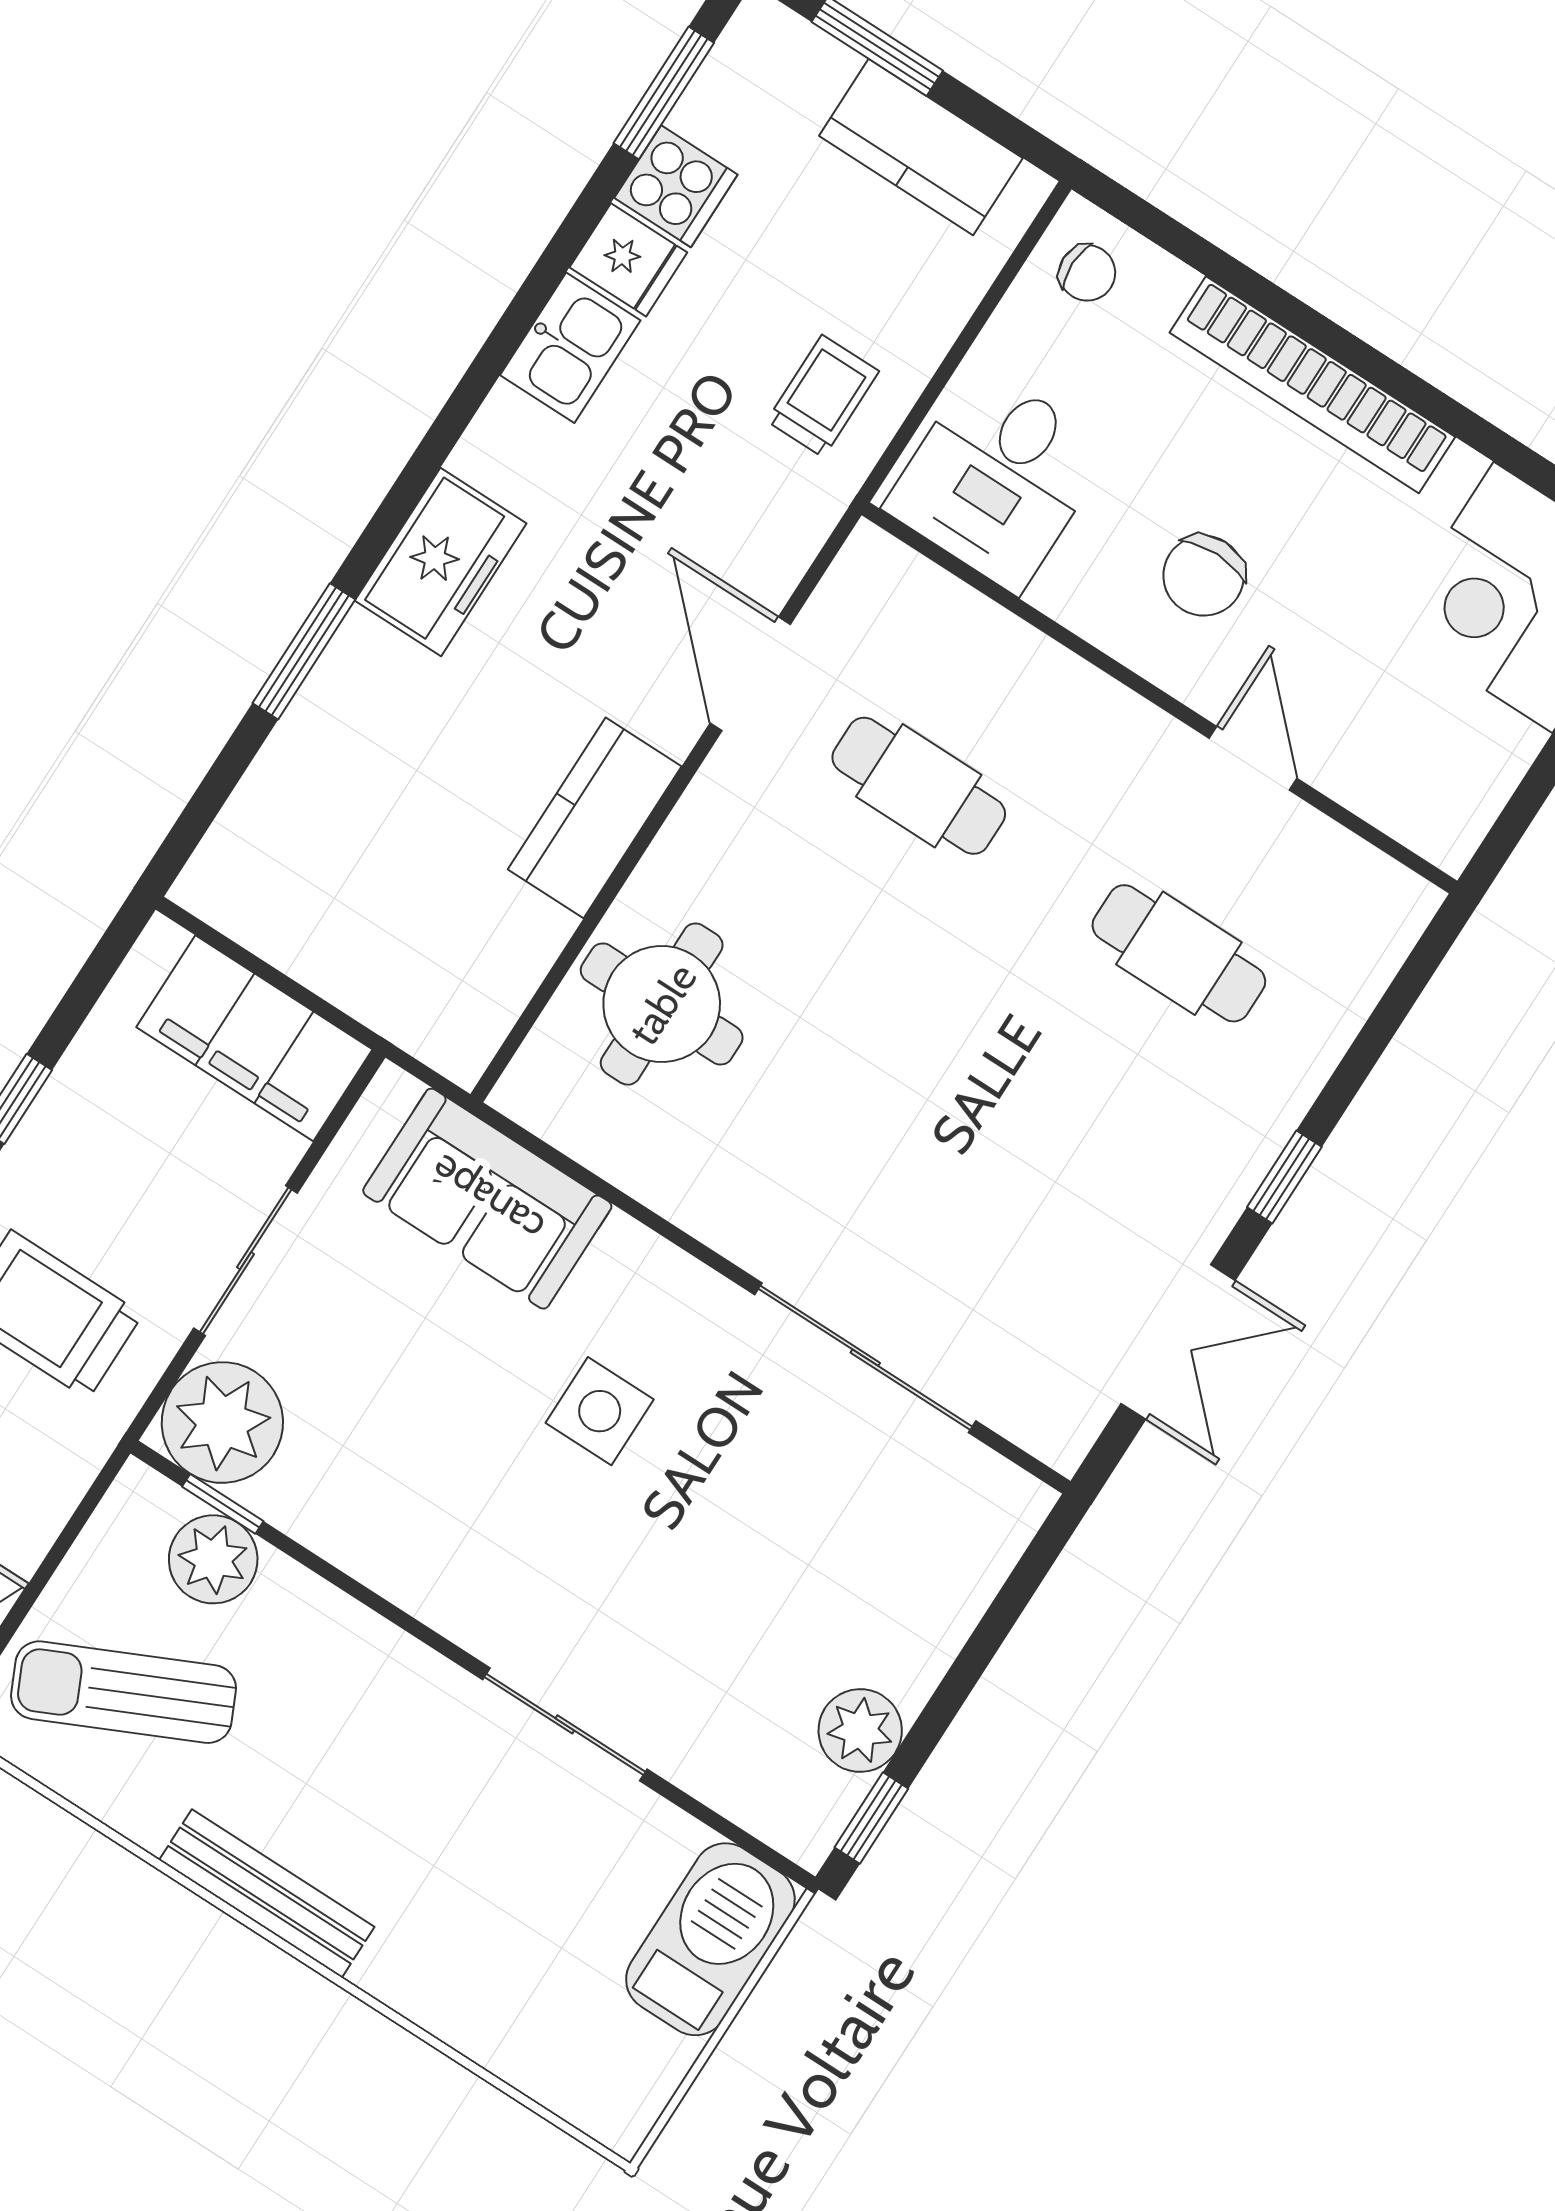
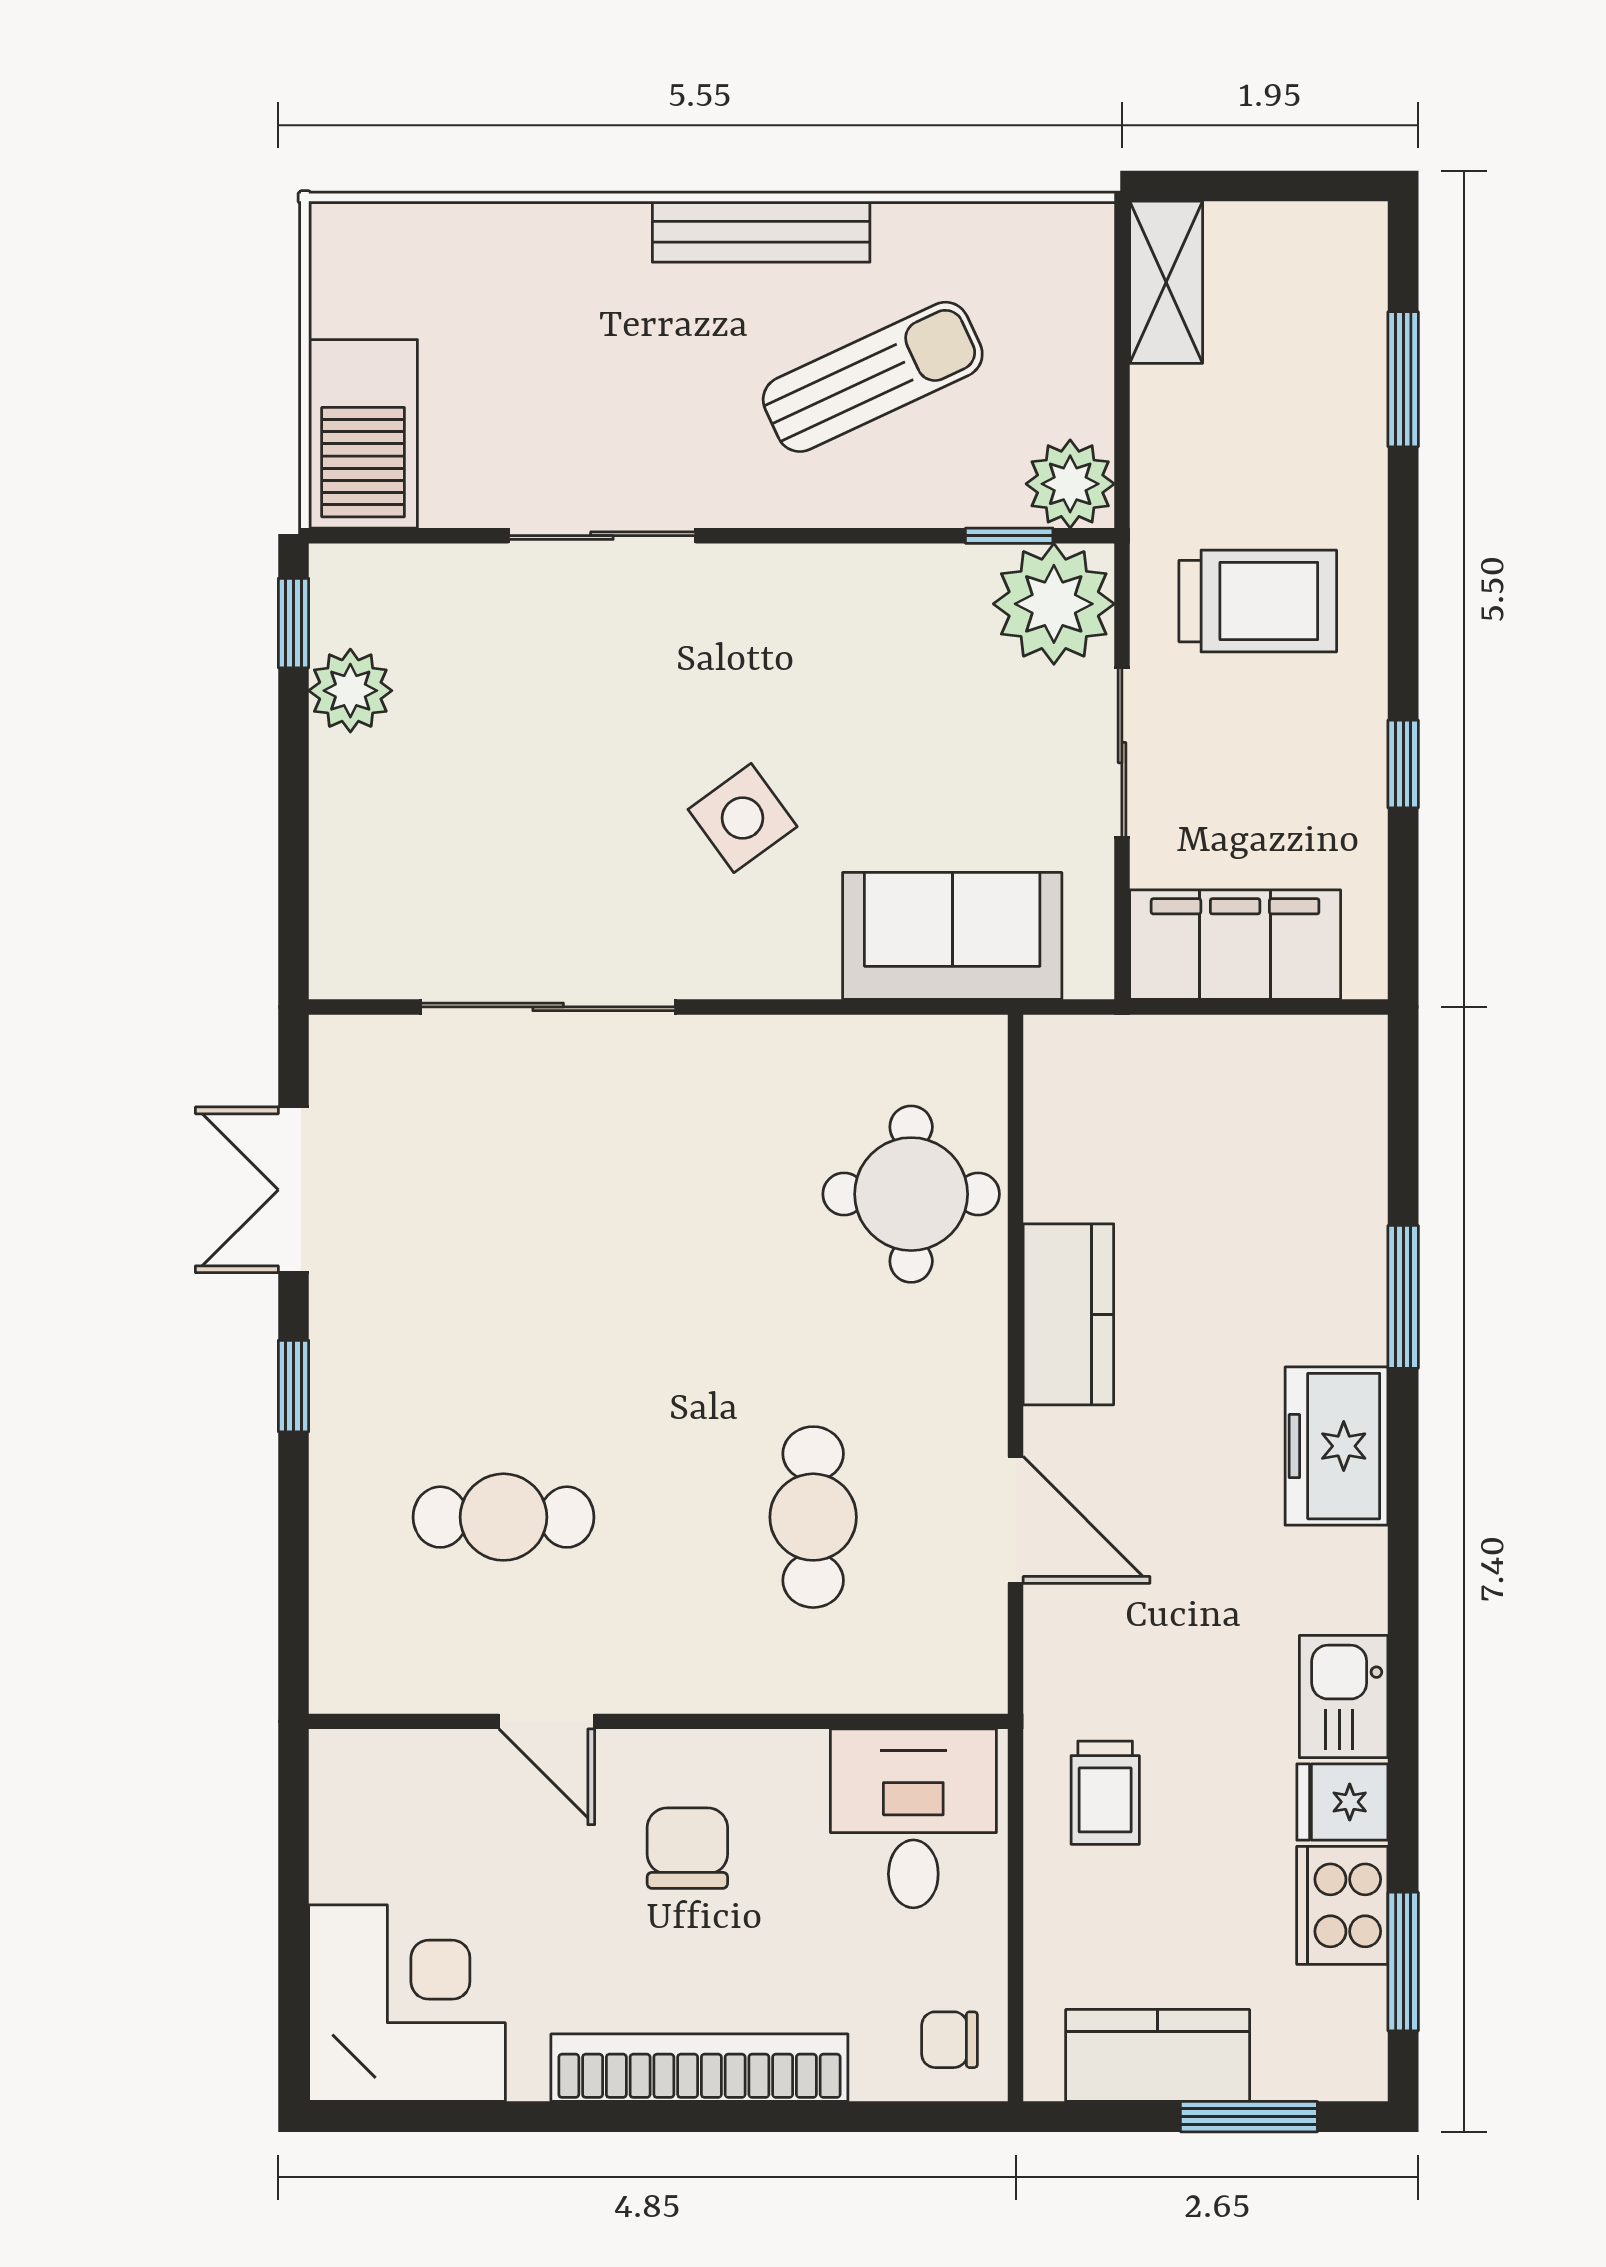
cooker: (676, 186) -> (1342, 1905), width x1.36
cafe table: (919, 786) -> (813, 1517), turned 90
side table: (600, 1411) -> (743, 818), turned -36
plant: (213, 1559) -> (1070, 484), moved
sun lounger: (124, 1692) -> (873, 377), moved

